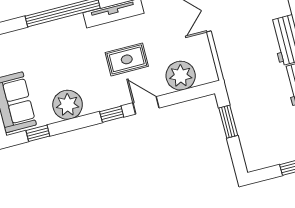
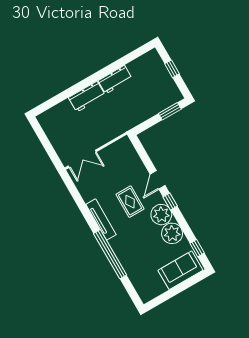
plant: (181, 76) -> (161, 215), moved
window: (228, 122) -> (170, 111), moved

